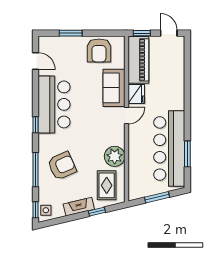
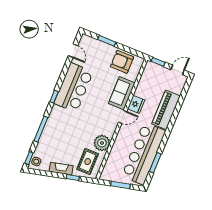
door: (169, 33) -> (178, 70), hinge flipped
armchair: (99, 50) -> (122, 62), turned 90
piano: (138, 60) -> (166, 110), moved, turned 180
armchair: (62, 166) -> (61, 134), removed

